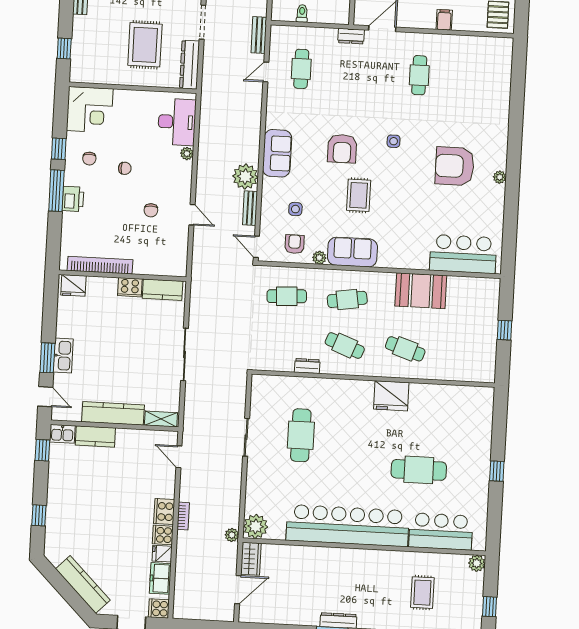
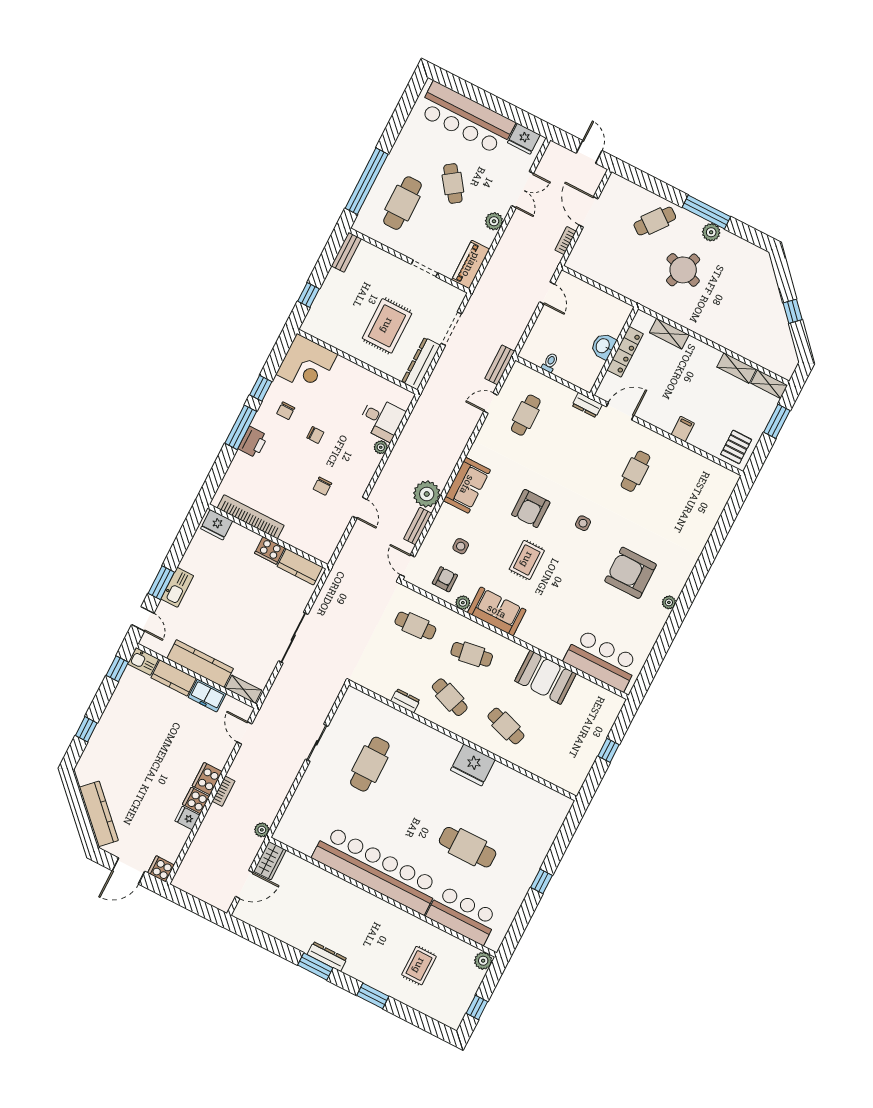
desk: (177, 122) -> (382, 419), width x0.73
plant: (256, 526) -> (288, 832), removed
freezer: (160, 578) -> (207, 696), moved, turned -90

